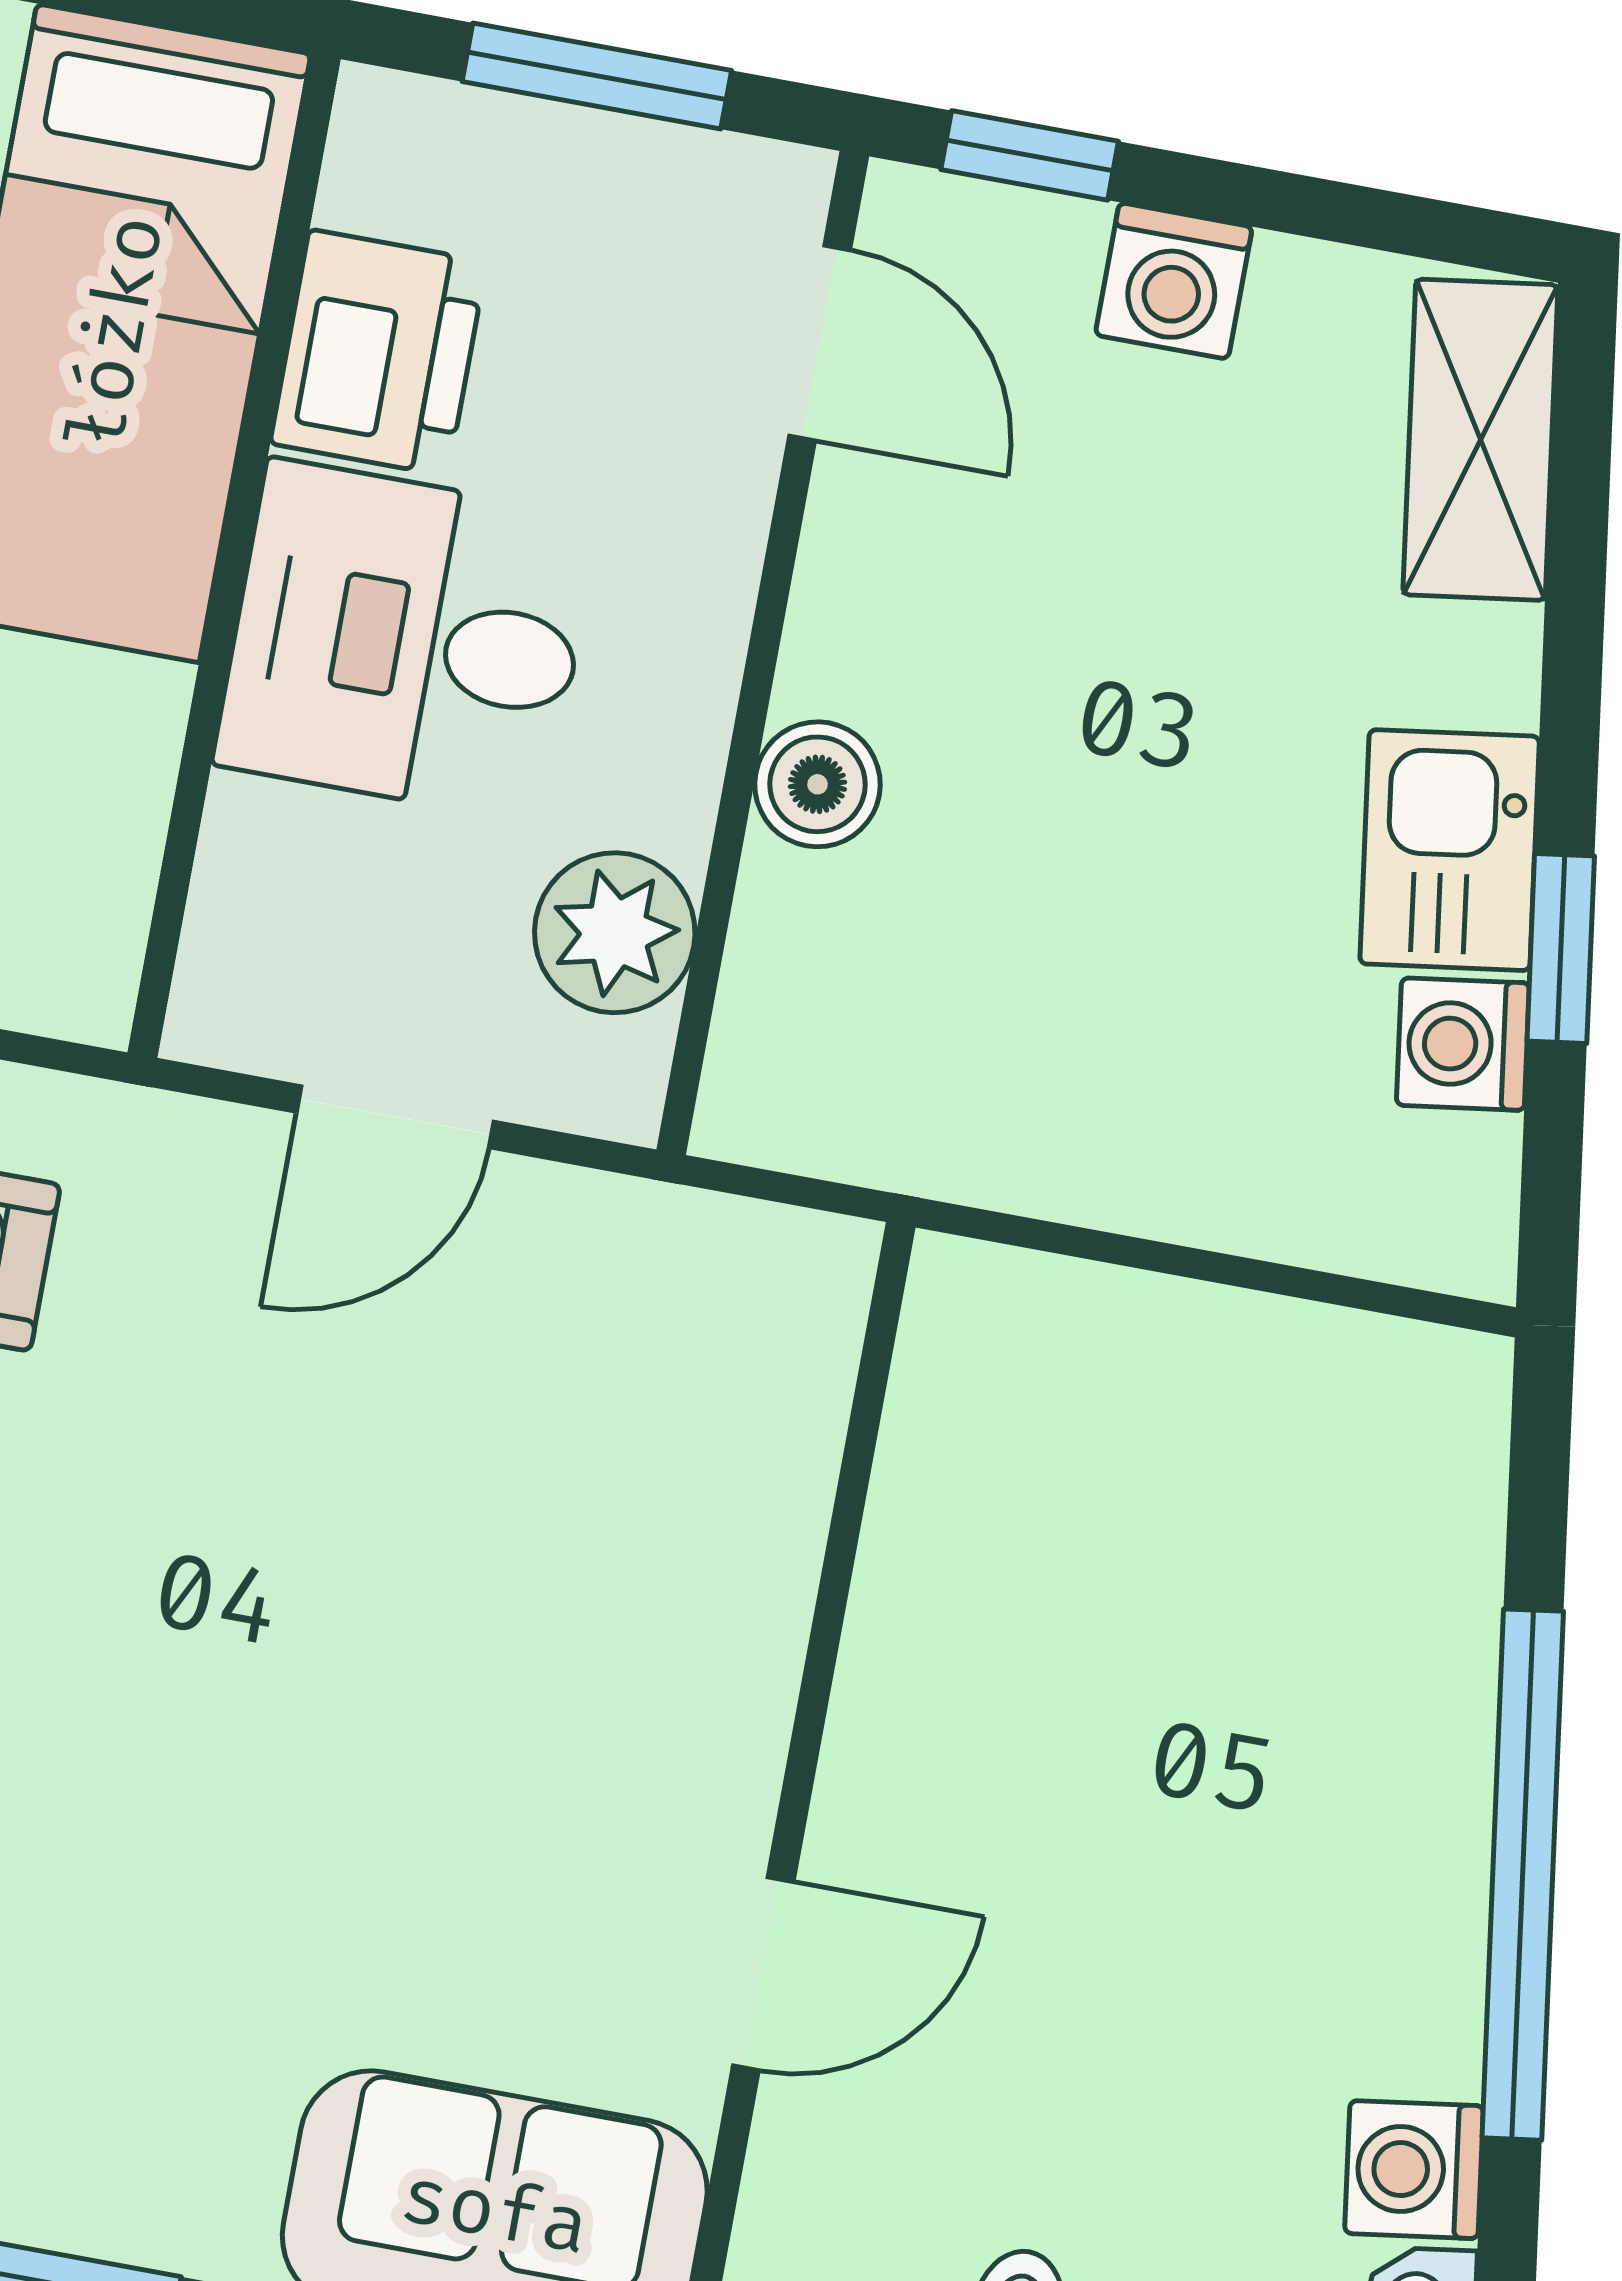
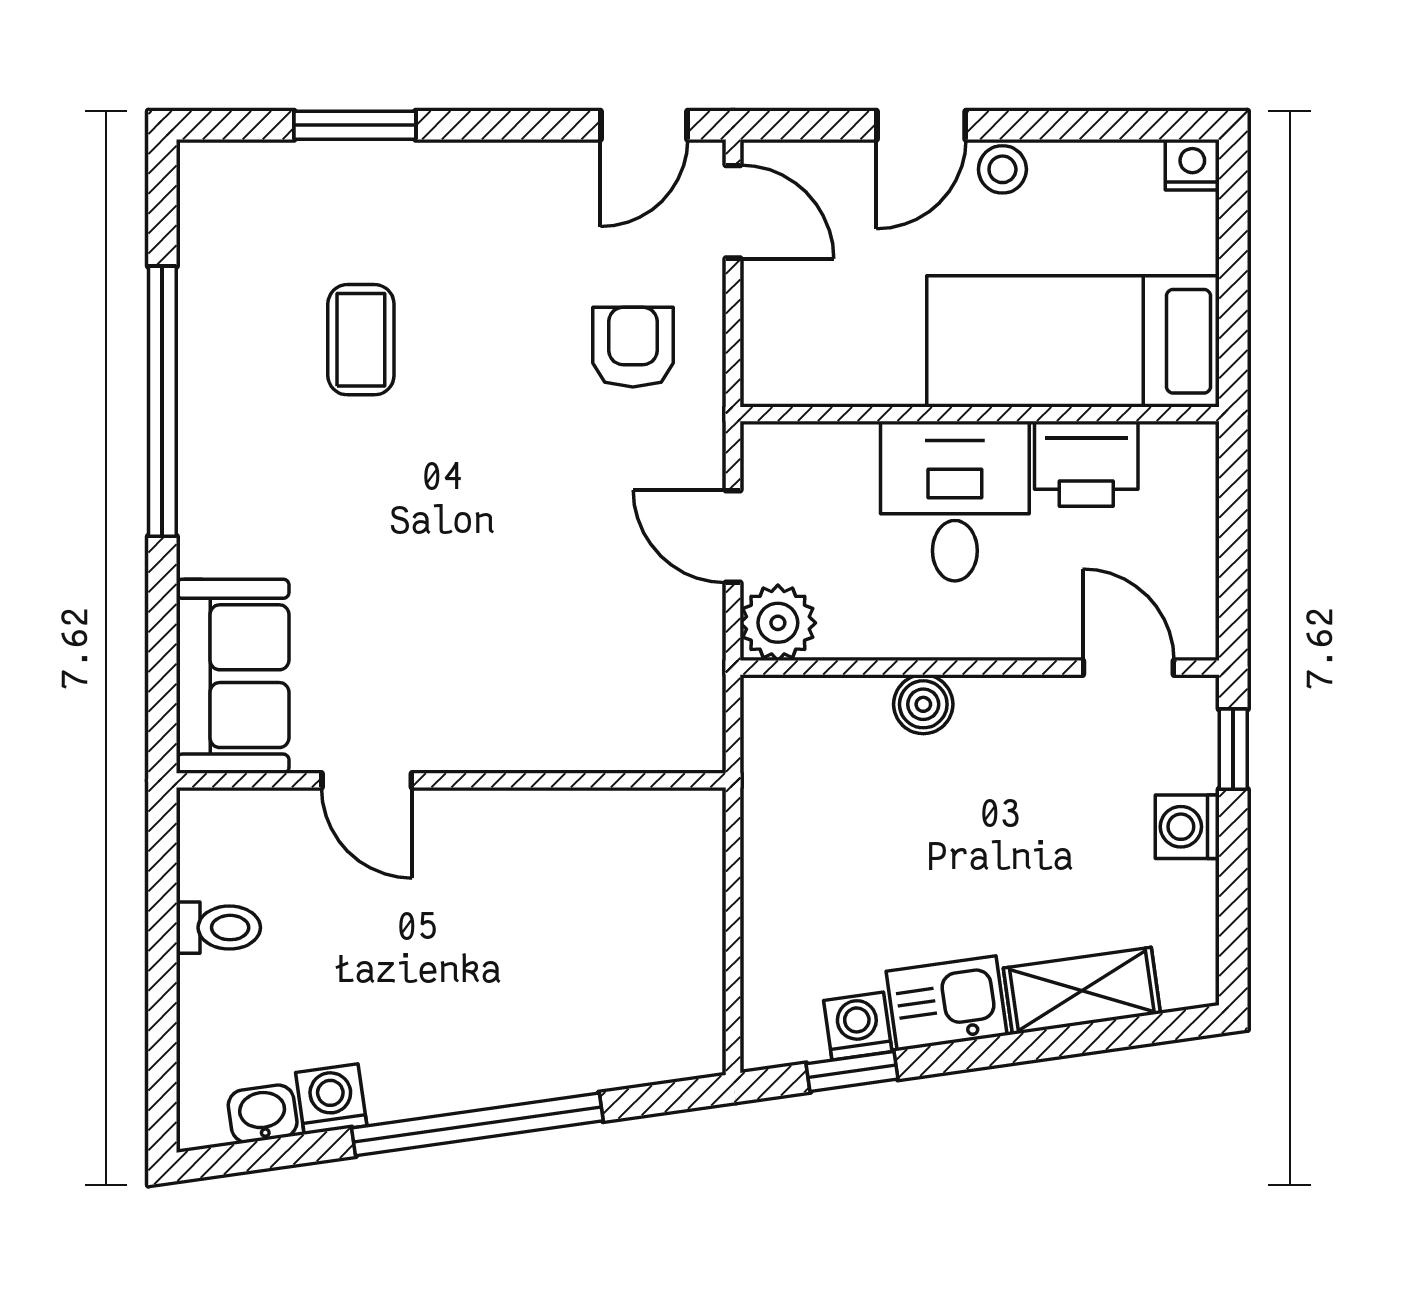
window: (597, 76) -> (1233, 542), removed
door: (820, 343) -> (1128, 668), swing flipped
shelving: (1480, 440) -> (1082, 991), moved
plant: (615, 933) -> (778, 623), moved
window: (1561, 949) -> (852, 1071), moved

